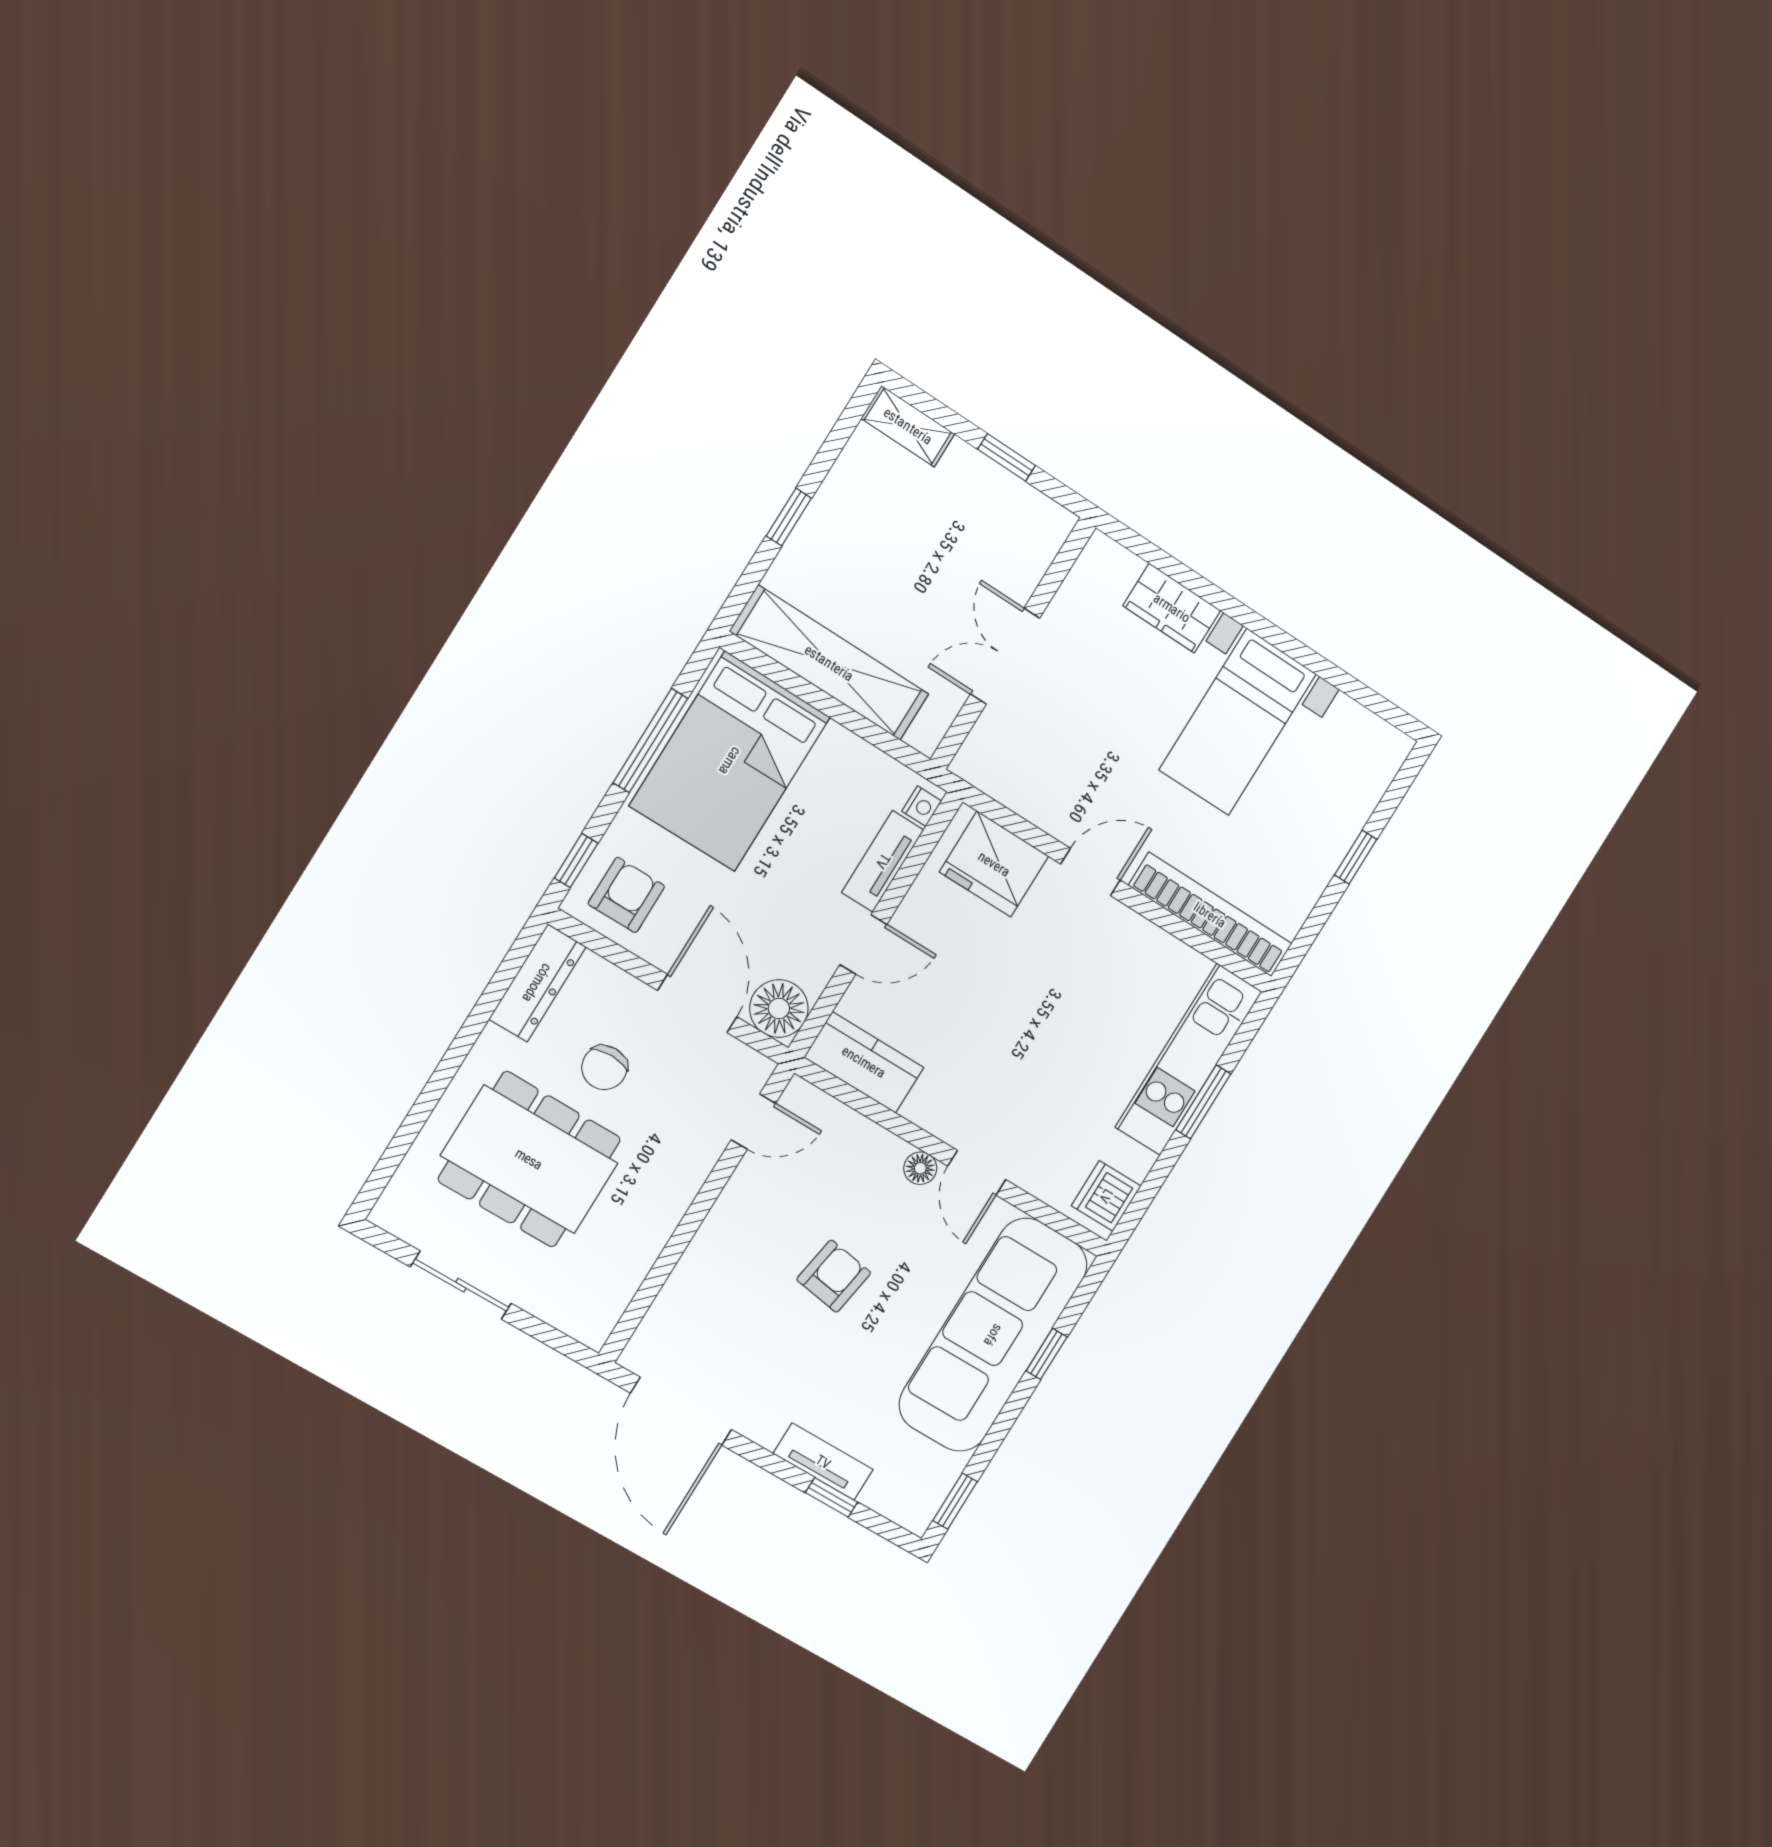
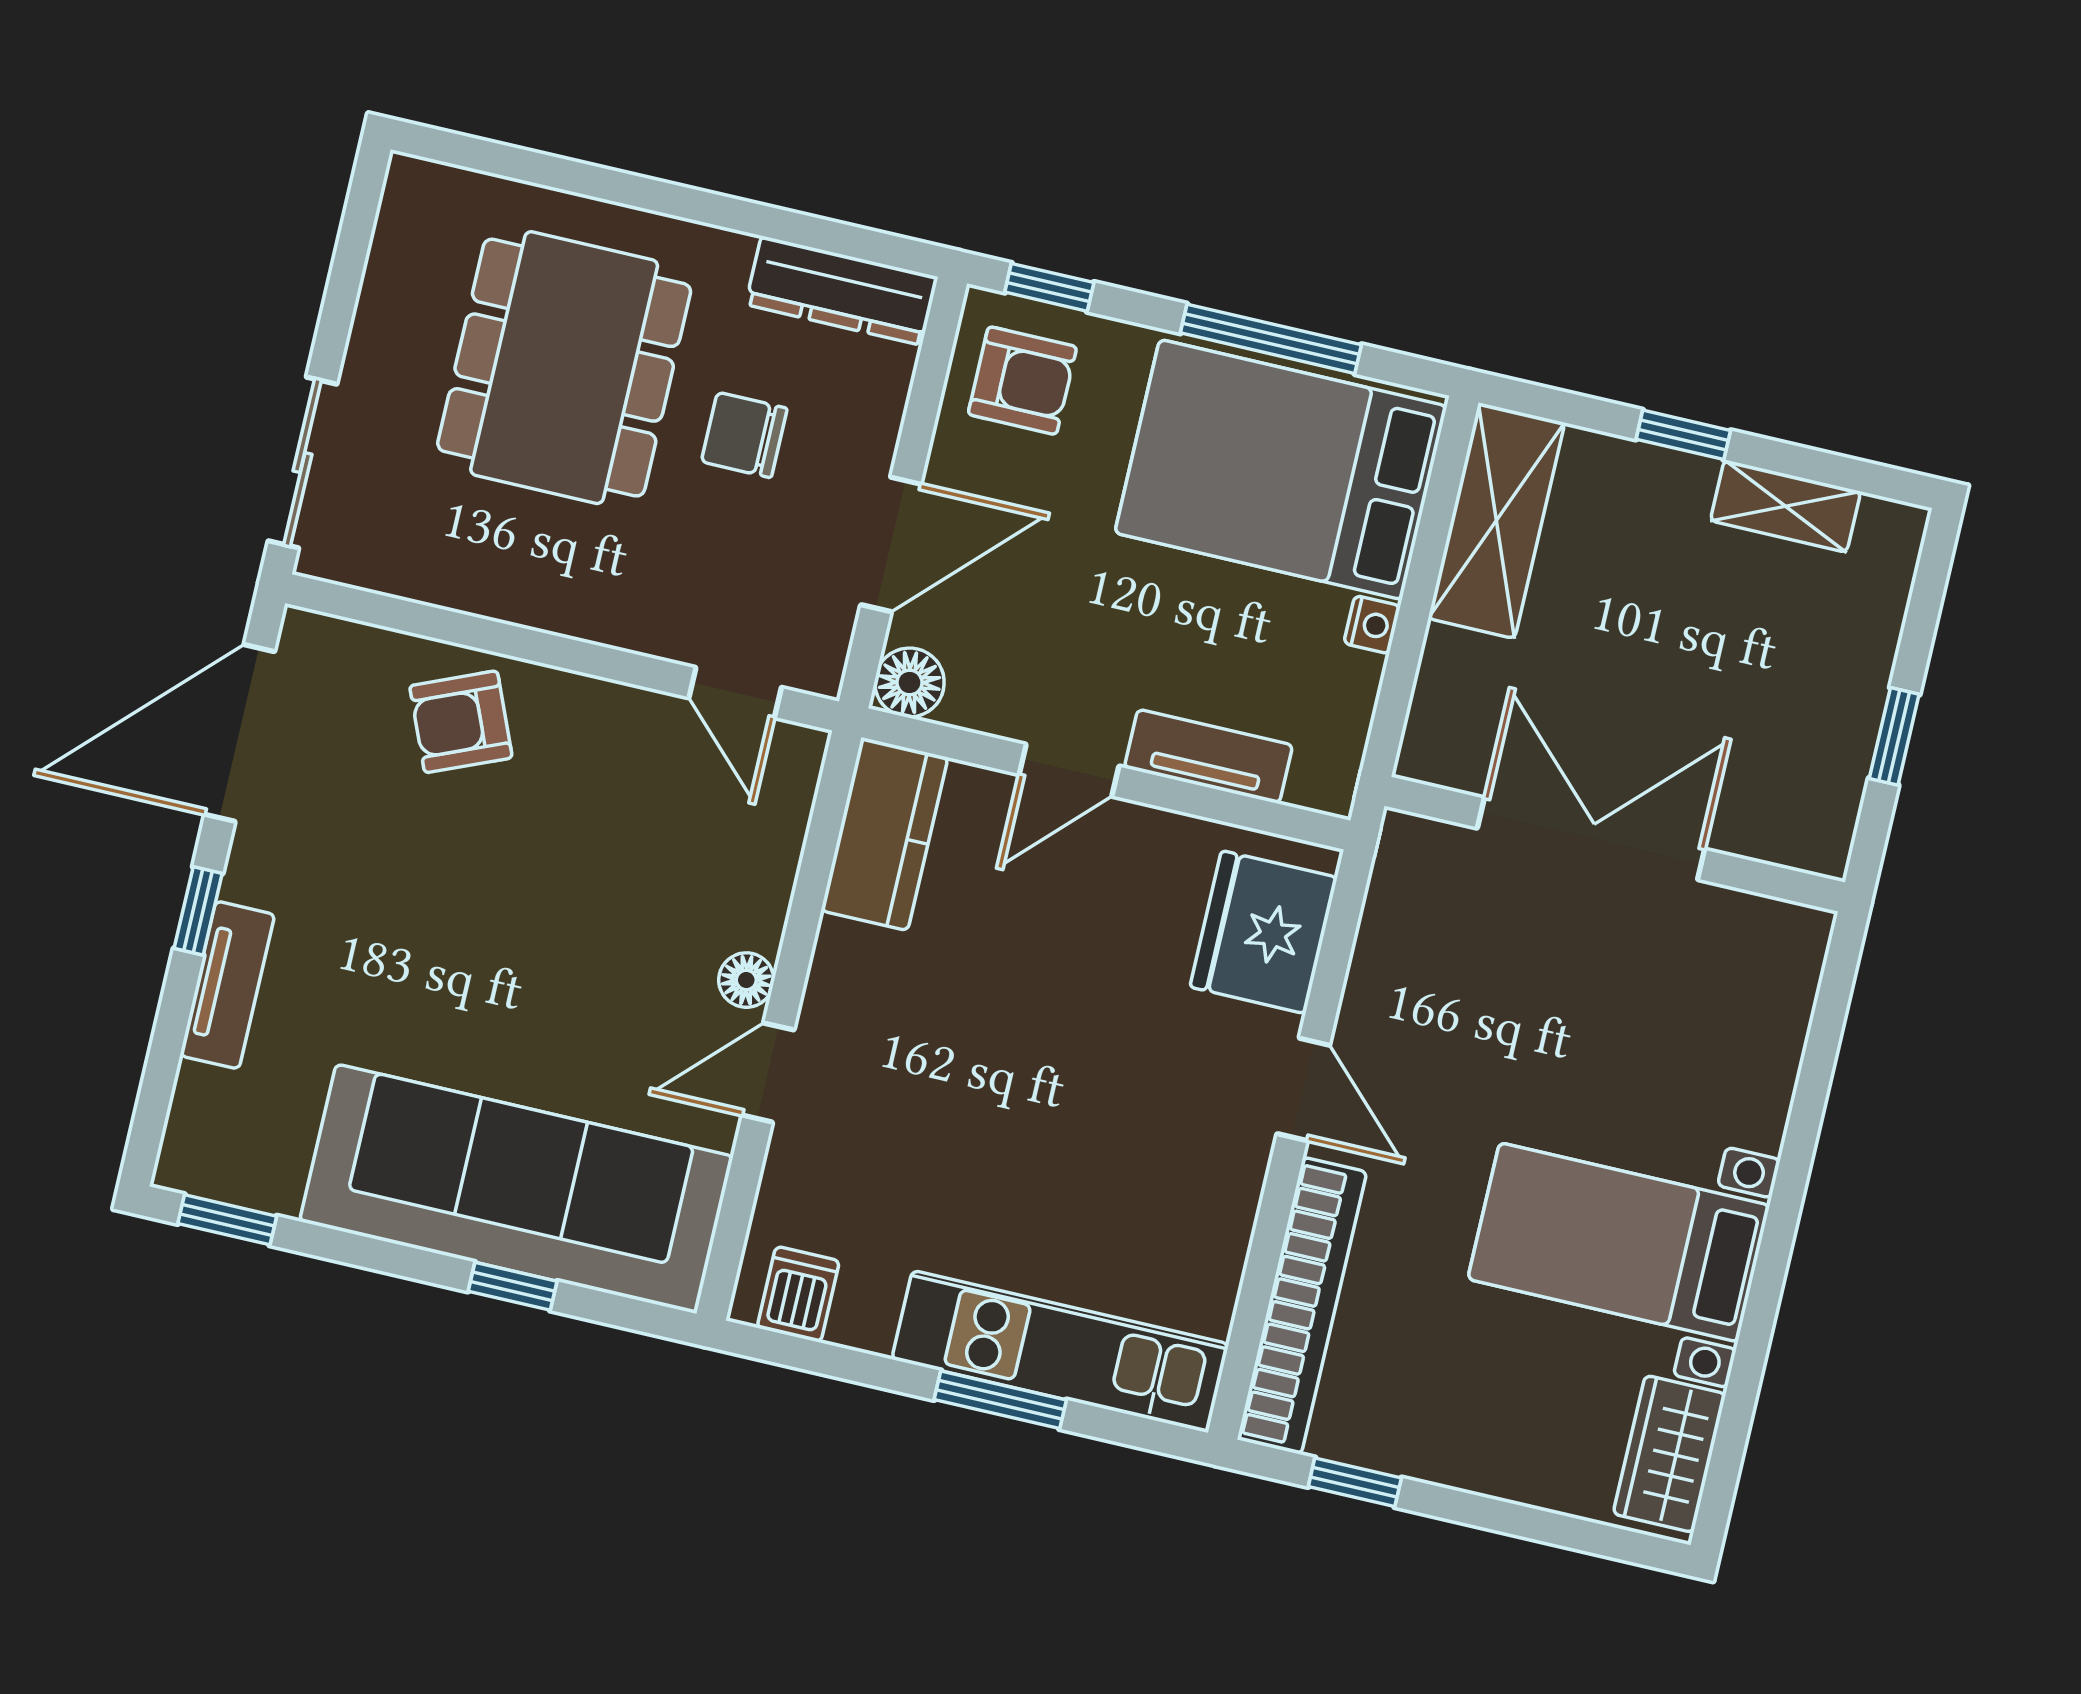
shelving: (908, 426) -> (1785, 506), moved, turned 90
wardrobe: (1172, 608) -> (1669, 1454), moved
double door: (1005, 656) -> (1591, 839), width x1.37
shelving: (829, 663) -> (1496, 521), width x0.68
nightstand: (922, 806) -> (1372, 625), moved, turned -90
window: (1356, 857) -> (1355, 1482), moved
door: (863, 944) -> (1069, 770), hinge flipped
floor lamp: (779, 1009) -> (909, 682), width x0.73, depth x0.73
dishwasher: (1106, 1196) -> (798, 1294), width x0.73
armchair: (834, 1276) -> (461, 722), moved, turned 148
sliding door: (461, 1285) -> (303, 463), moved
window: (831, 1497) -> (198, 911), moved

